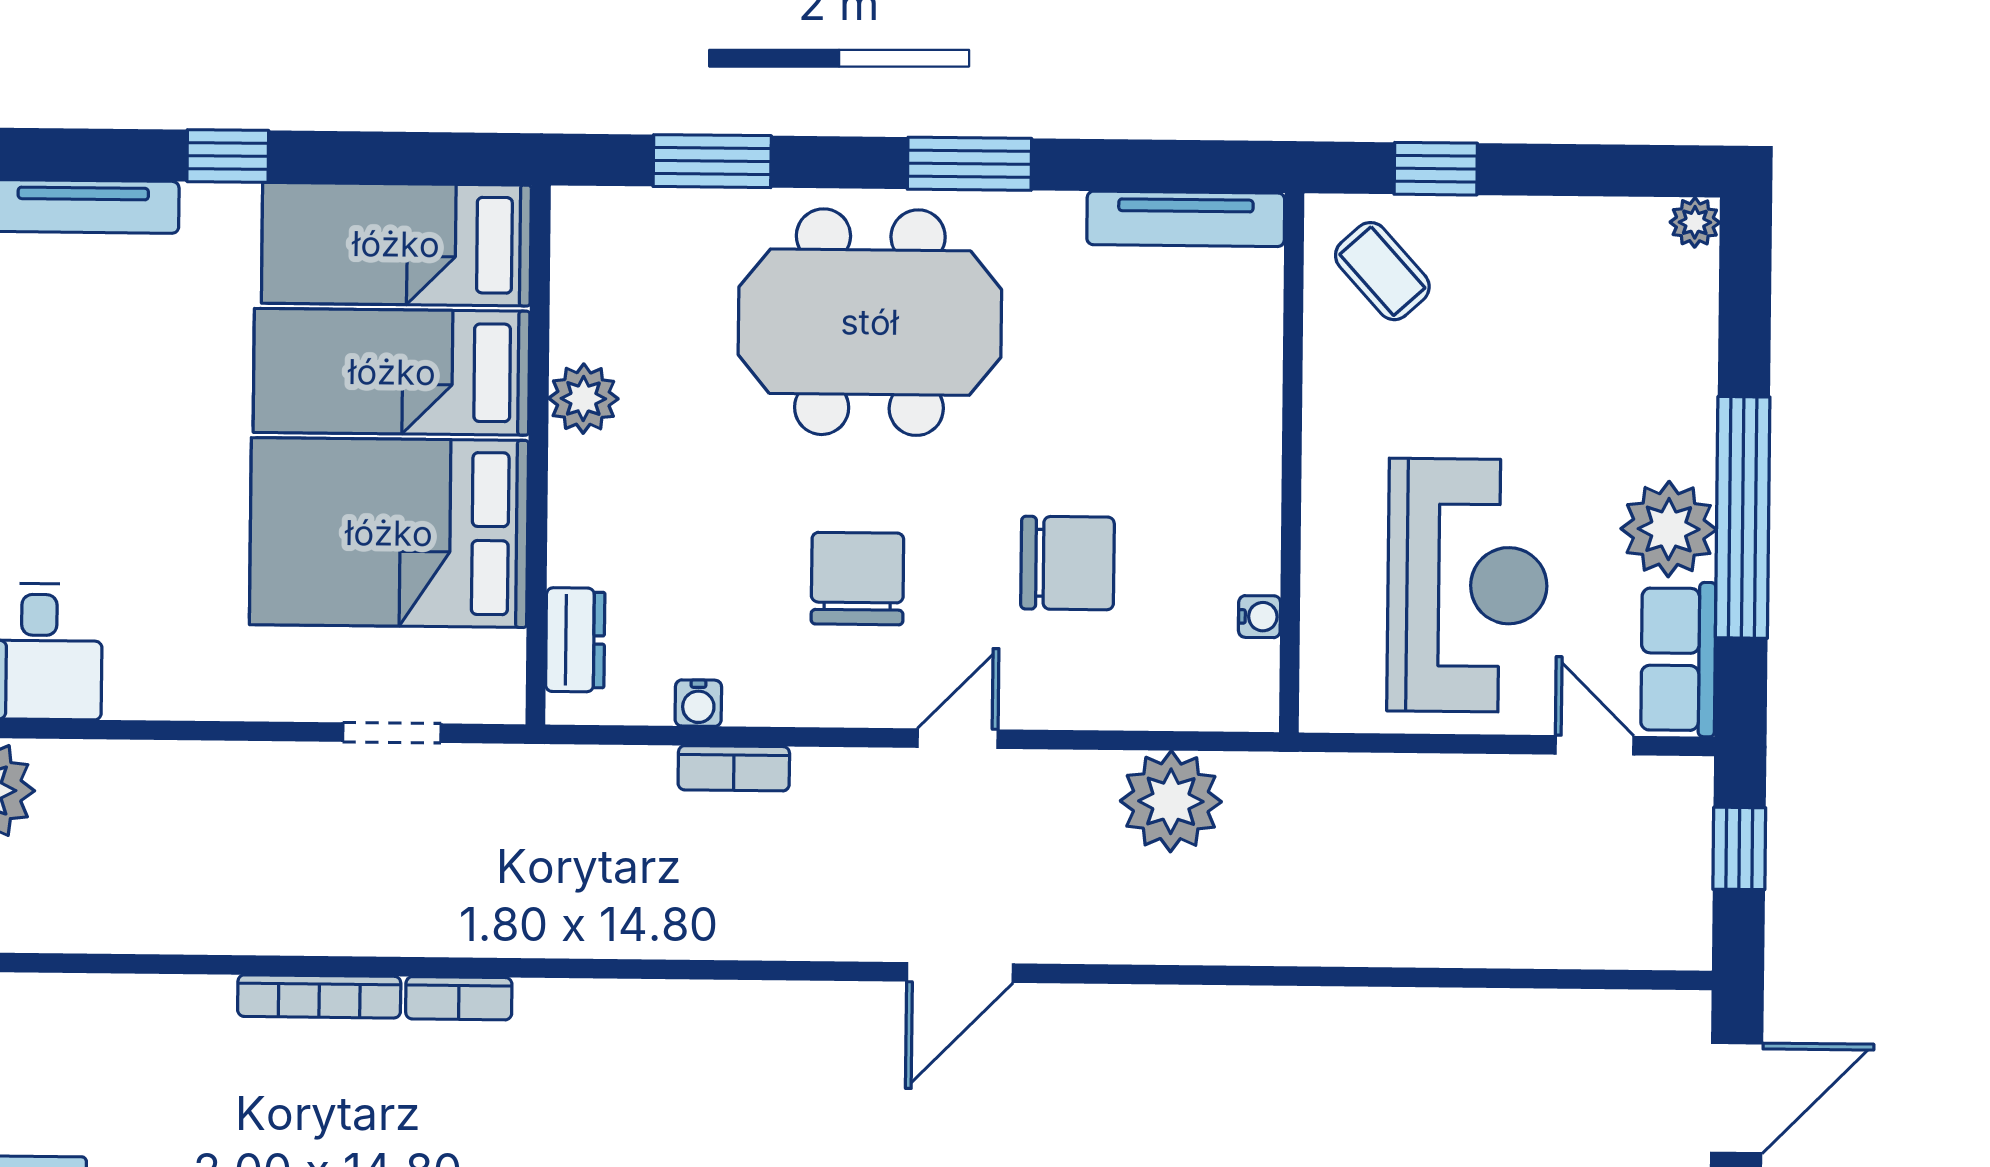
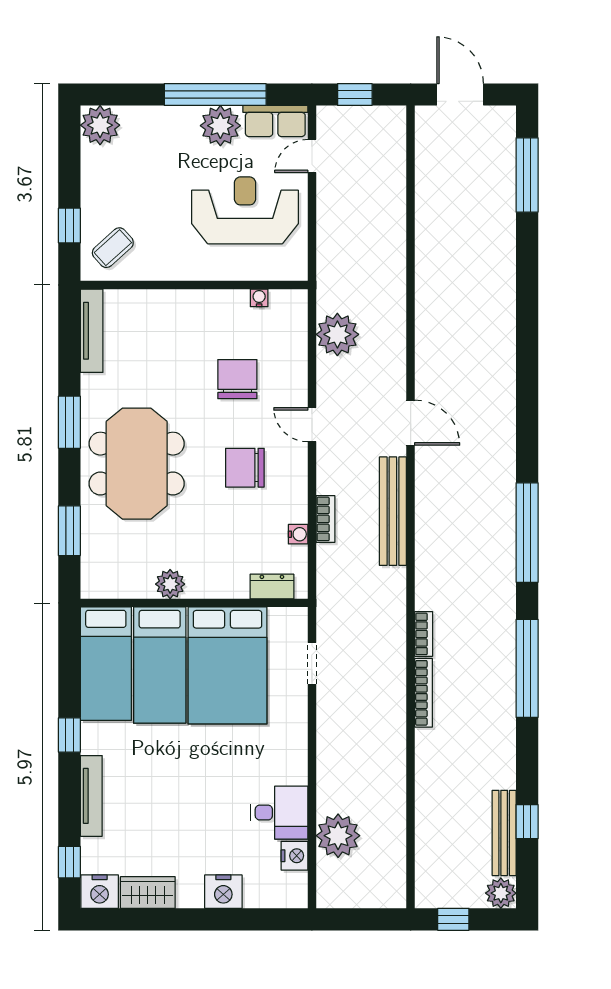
plant: (1695, 222) -> (100, 125), width x1.88, depth x1.88
bench: (751, 929) -> (393, 511), added

